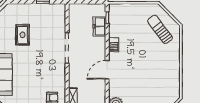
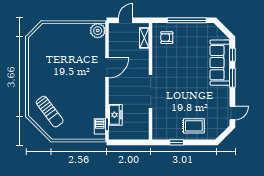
rug: (22, 35) -> (194, 126), moved, turned 90
barbecue: (114, 45) -> (100, 126), moved

